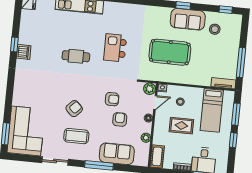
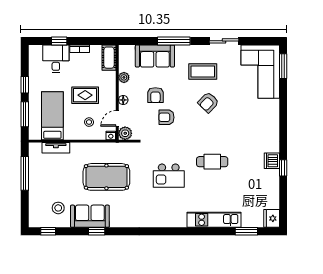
kitchen island: (115, 48) -> (169, 176), turned 90
tv unit: (223, 83) -> (56, 148), moved

